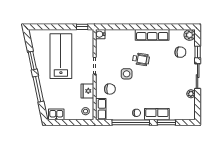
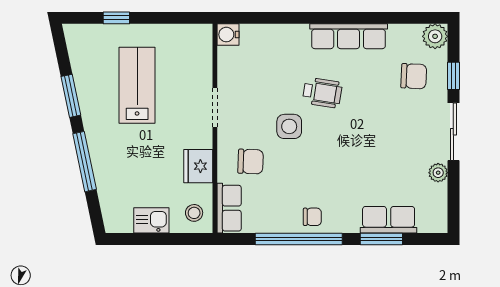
window: (82, 27) -> (116, 18), moved
lab bench: (61, 56) -> (137, 85), width x0.73, depth x0.72
kitchen sink: (56, 114) -> (151, 220), moved
row of seats: (157, 114) -> (389, 220), moved

